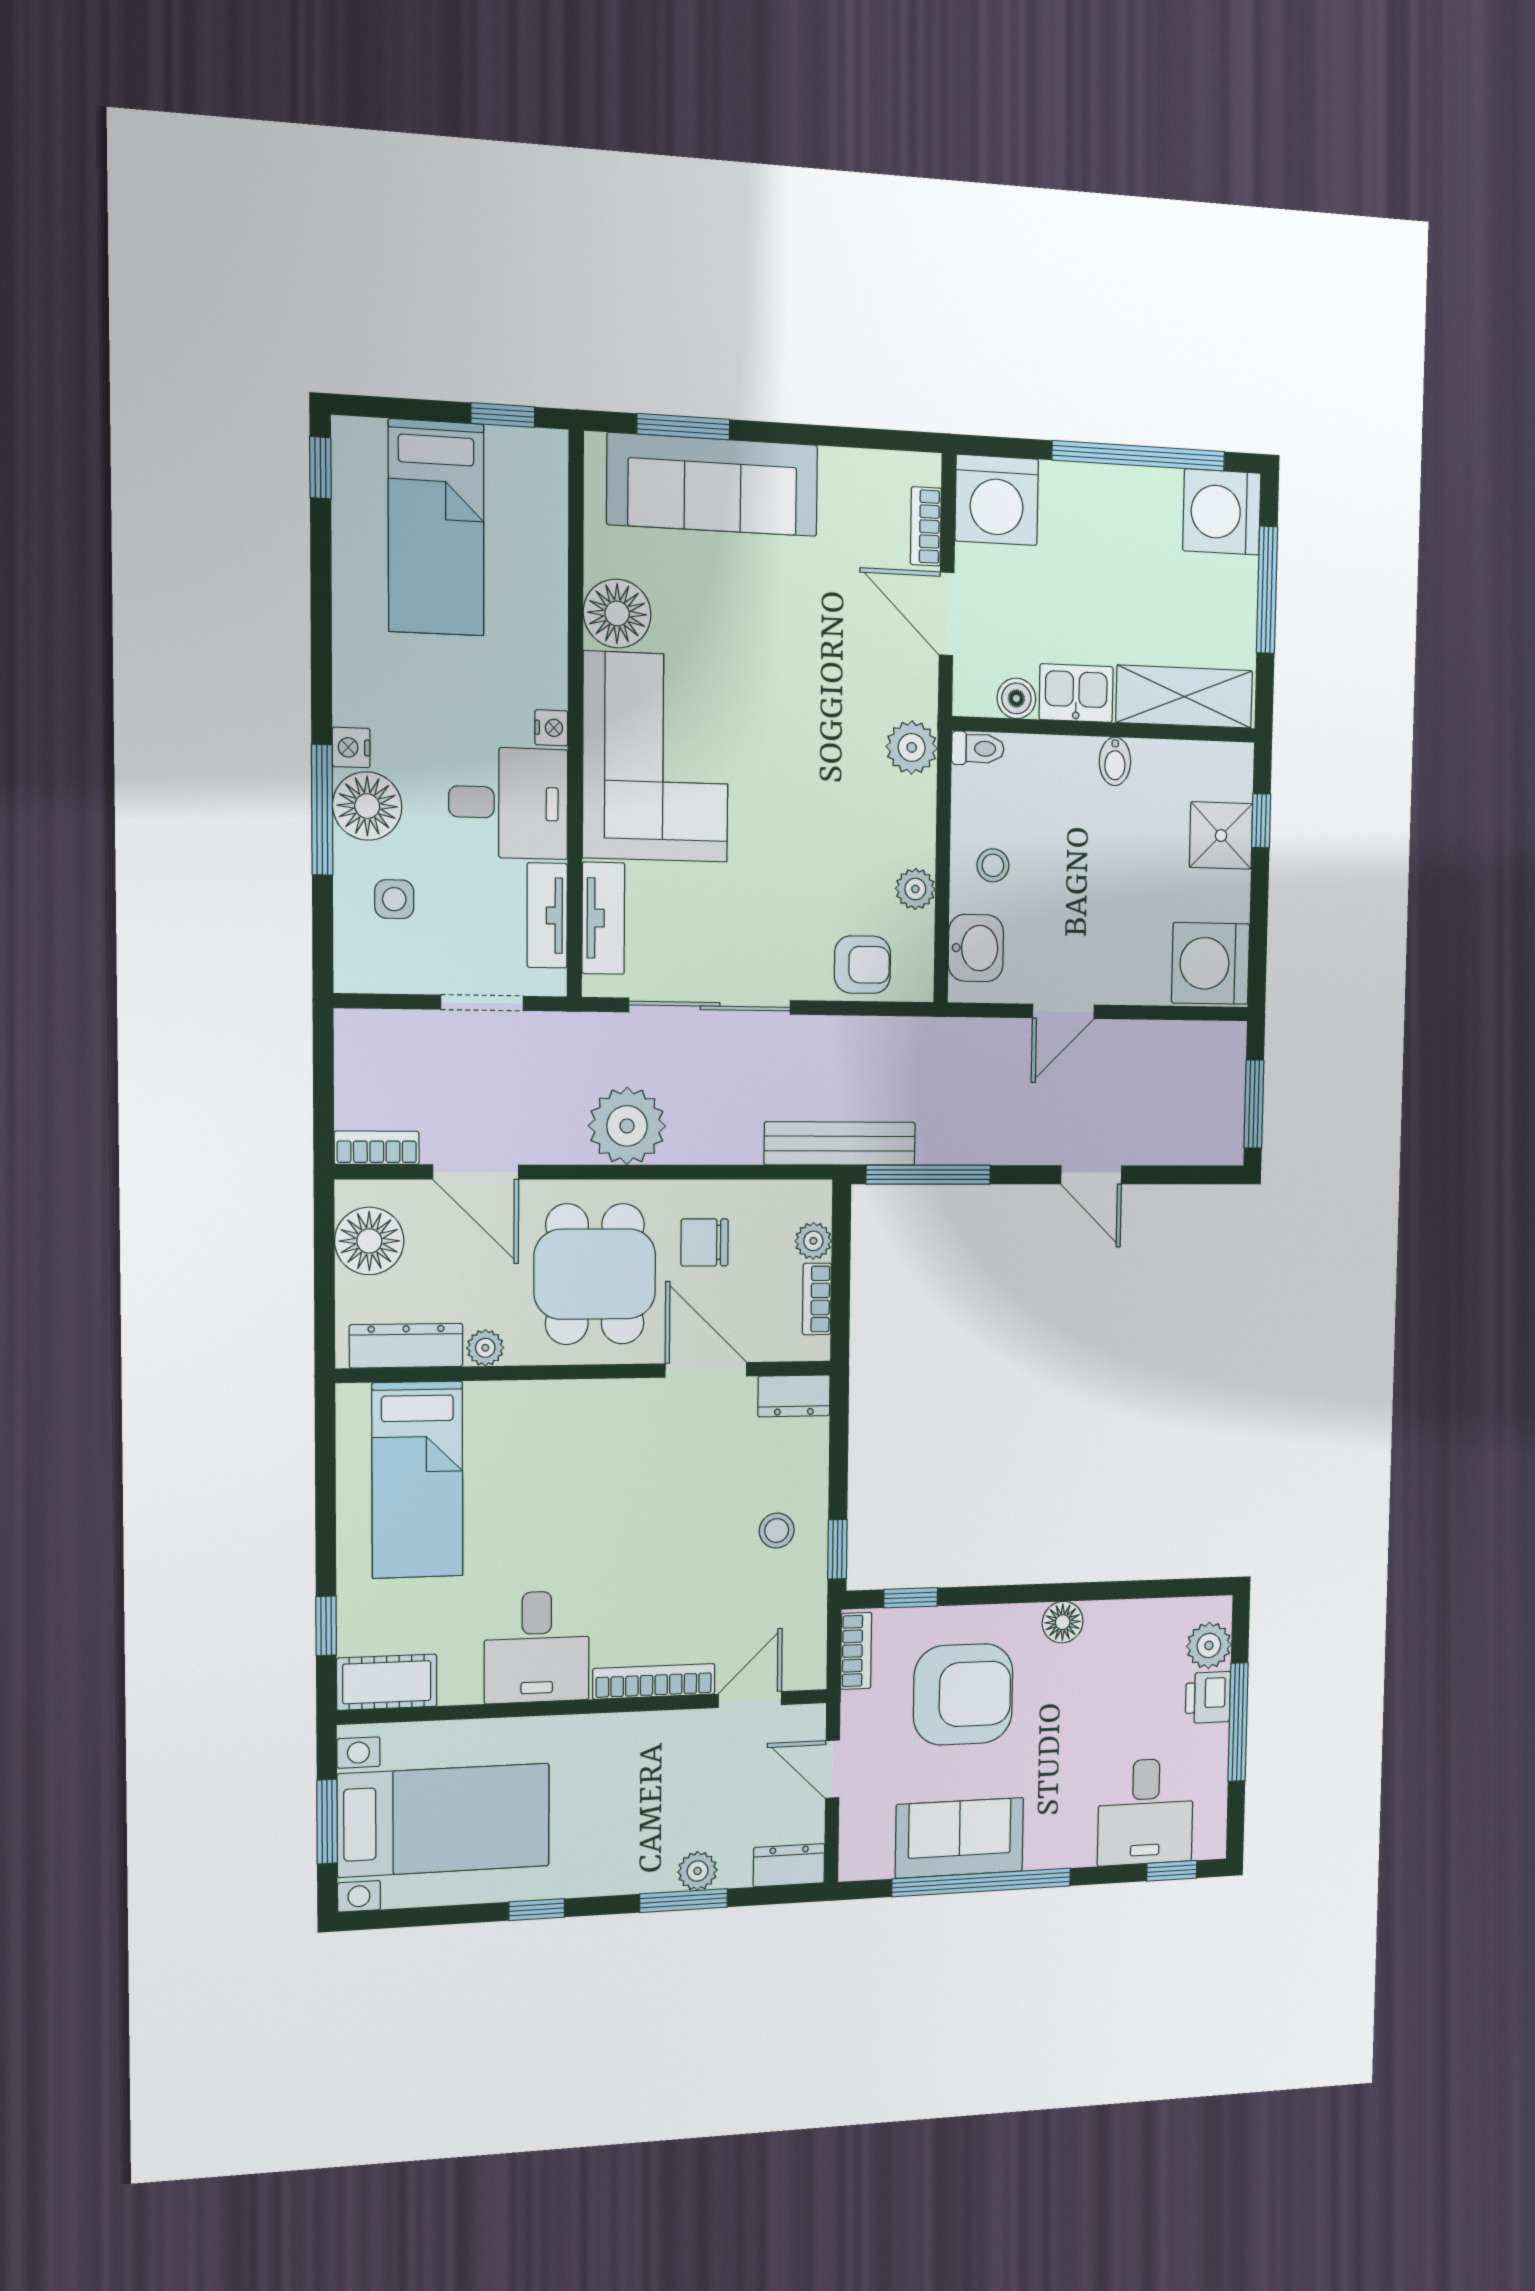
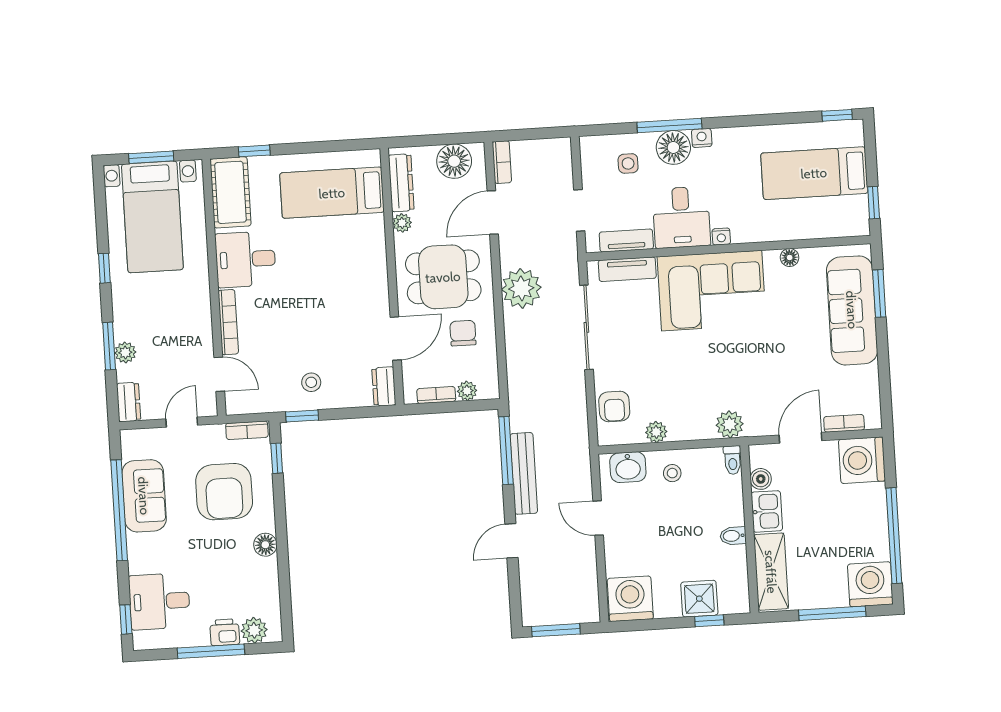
floor lamp: (617, 614) -> (790, 258), width x0.53, depth x0.53
bench: (840, 1144) -> (524, 473), moved
cot: (387, 1682) -> (231, 192), width x1.37, depth x1.34

